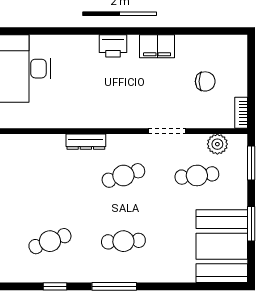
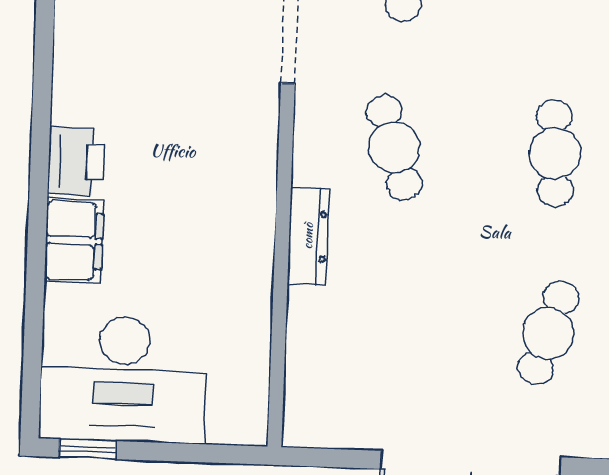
filing cabinet: (157, 46) -> (74, 241), moved
cafe table: (50, 241) -> (548, 333), turned 39

